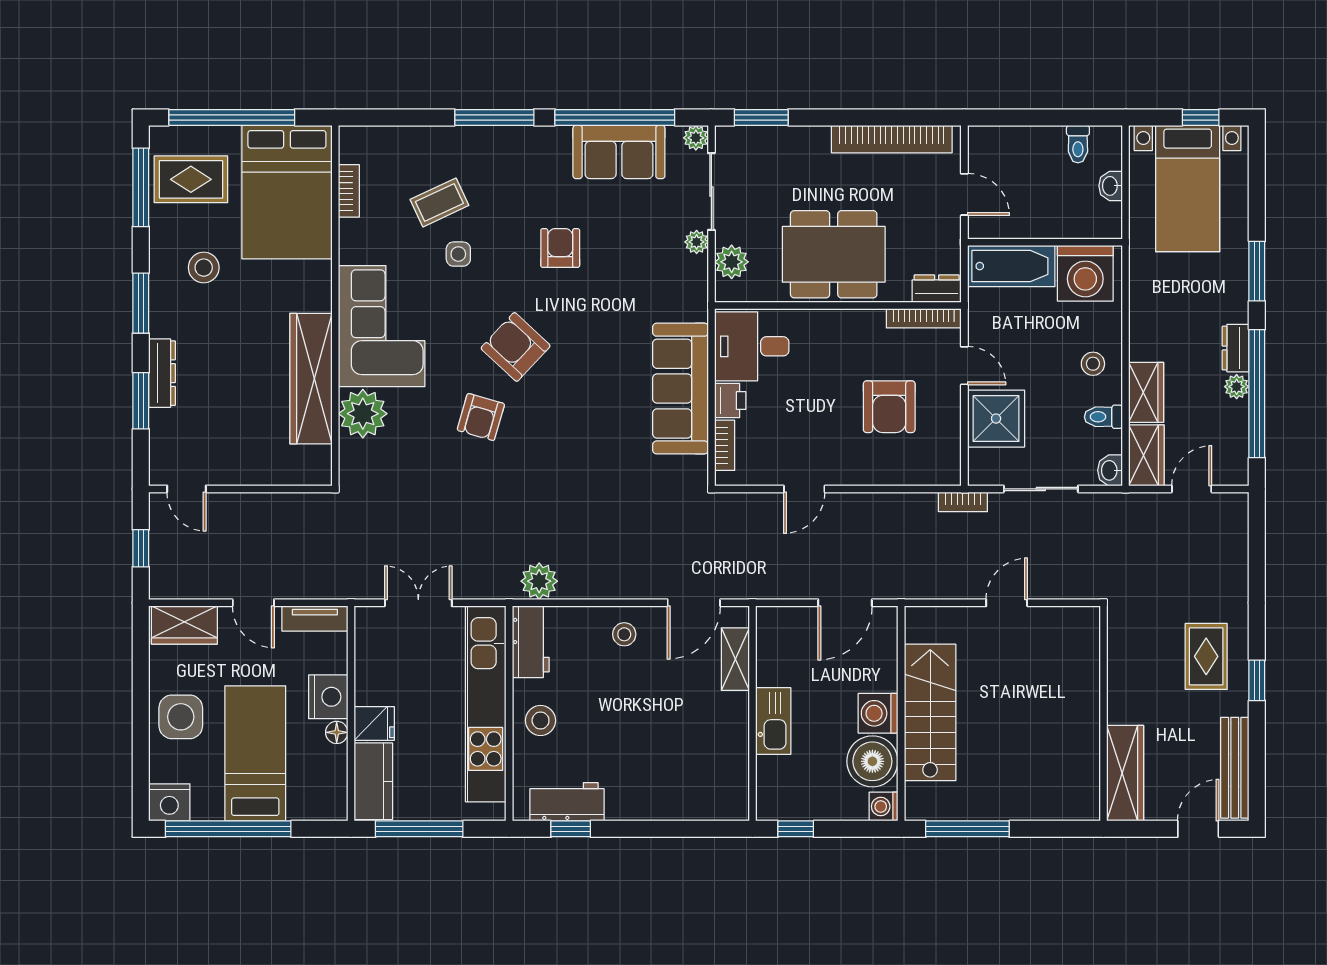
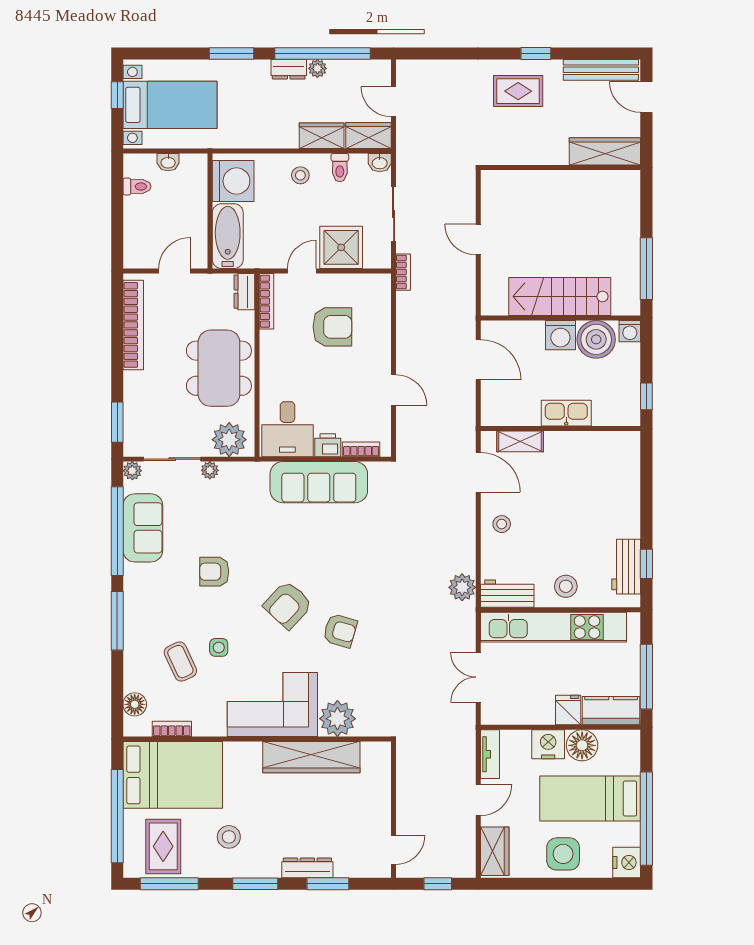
floor lamp: (382, 141) -> (135, 704), added
plant: (732, 262) -> (229, 440), width x1.36, depth x1.36
floor lamp: (337, 732) -> (582, 745), width x1.89, depth x1.89

